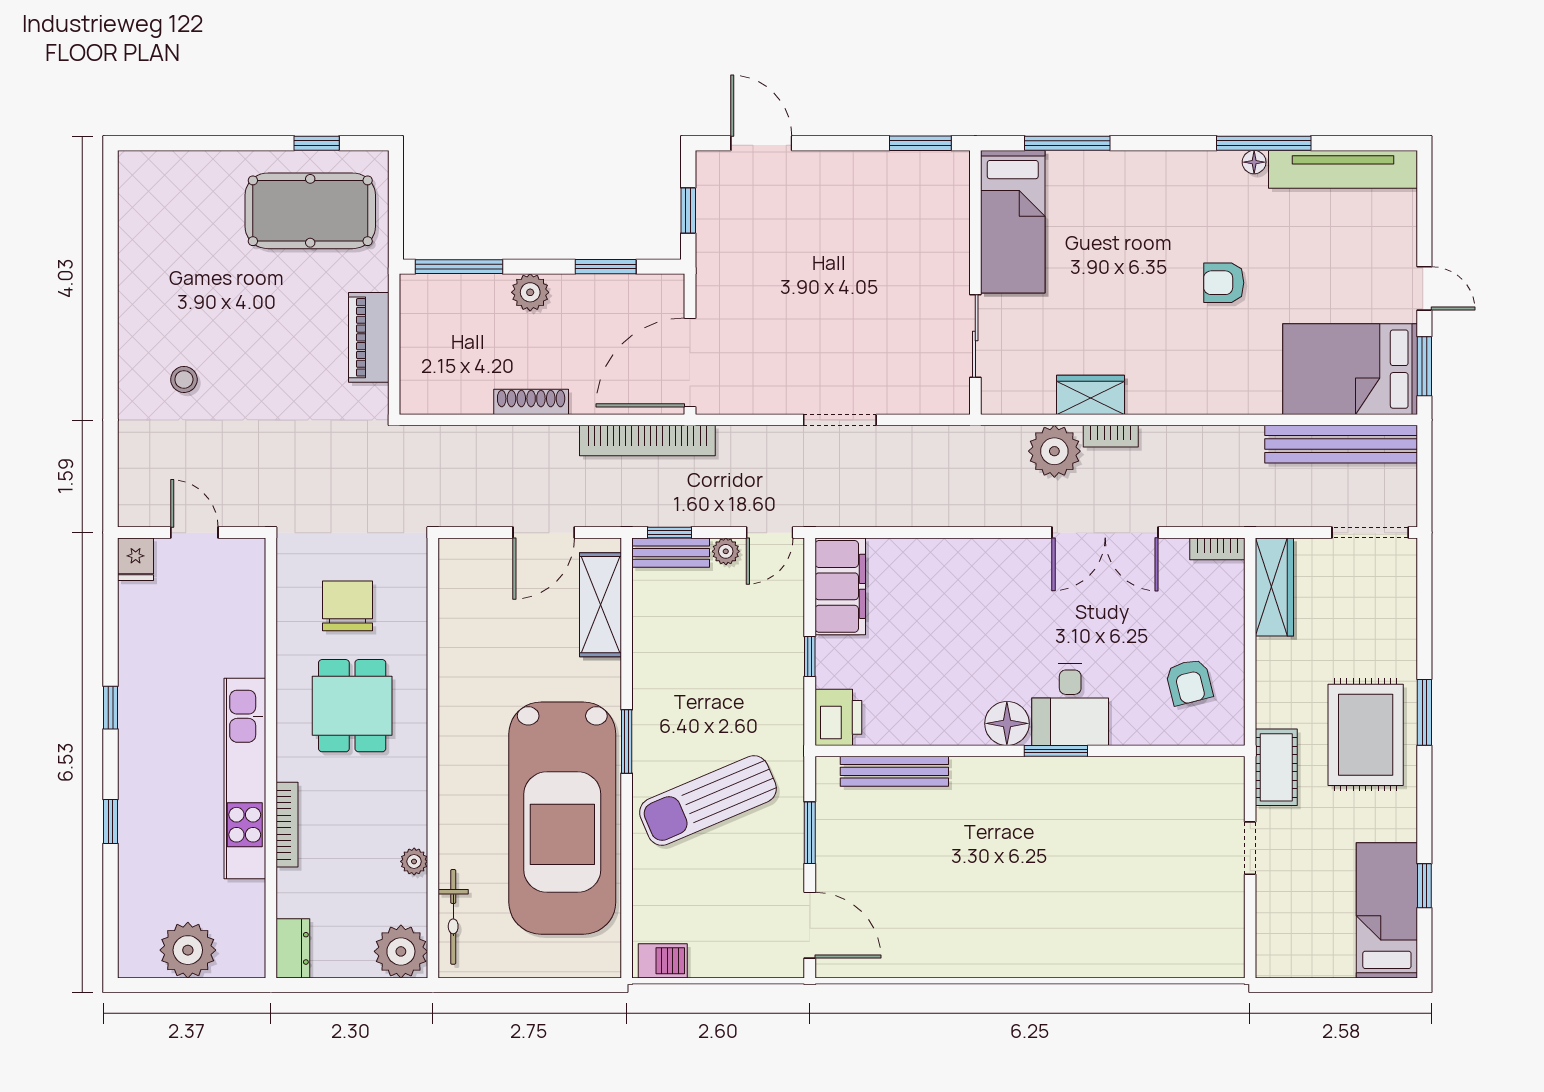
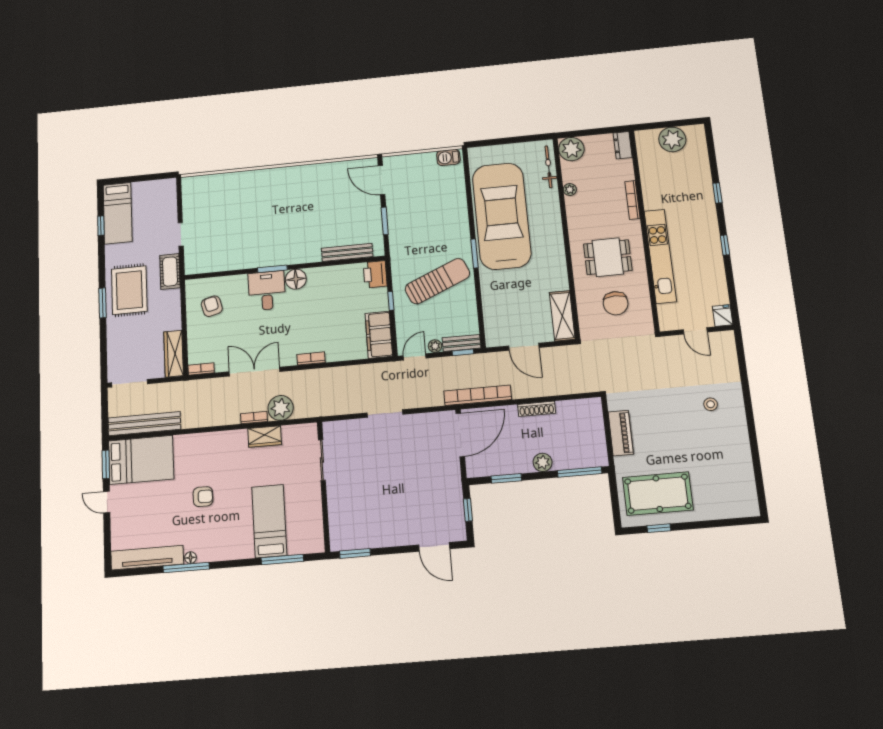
bed: (1013, 222) -> (269, 521), moved
door: (544, 533) -> (524, 347), swing flipped
bookcase: (985, 549) -> (311, 358), added
shelving: (600, 605) -> (562, 316), moved
dining table: (352, 706) -> (608, 257), turned 90
kitchen unit: (245, 778) -> (660, 256), moved
sun lounger: (708, 800) -> (437, 281), moved

